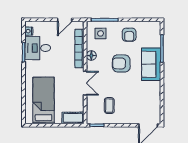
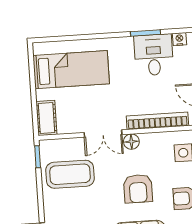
floor lamp: (91, 56) -> (131, 142), moved
armchair: (121, 63) -> (138, 189), turned 180
coffee table: (109, 106) -> (70, 174), width x1.86, depth x1.72

